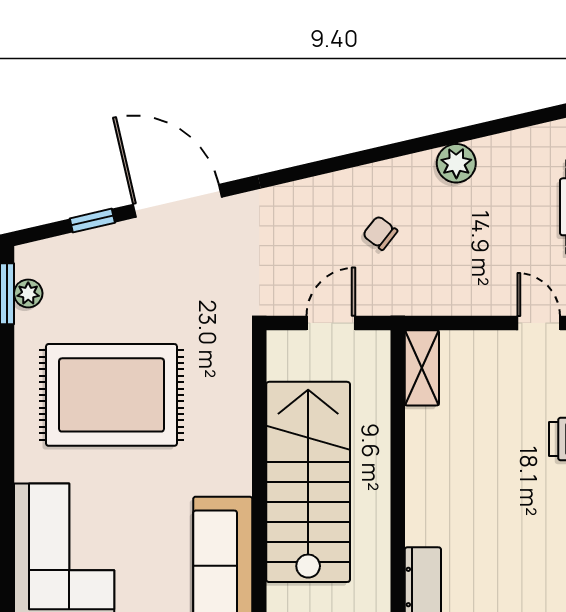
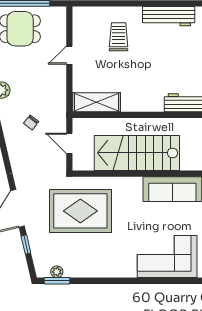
shelving: (422, 368) -> (96, 102), width x1.50, depth x1.33
rug: (112, 395) -> (80, 211), moved, turned 90

